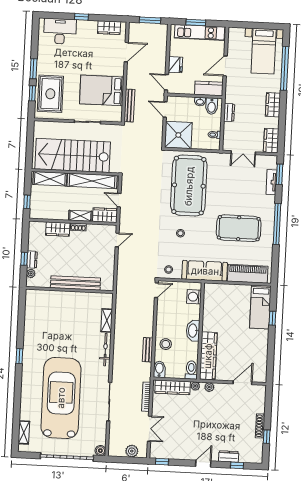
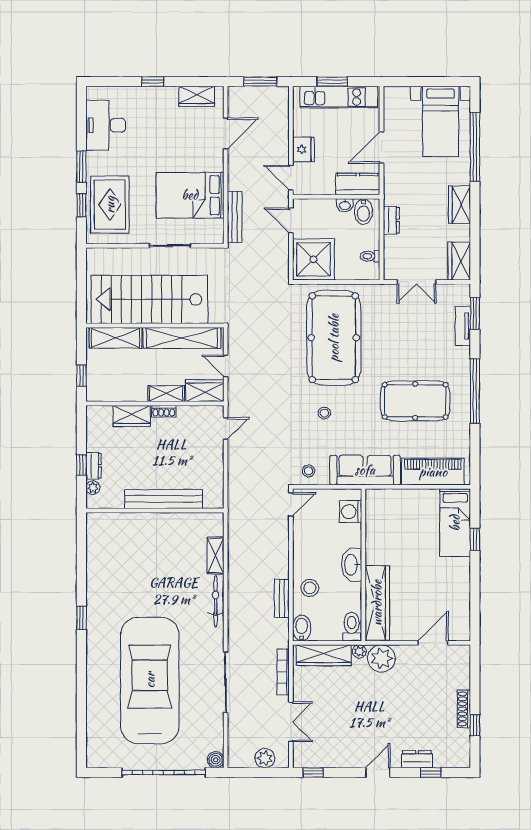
desk: (60, 31) -> (106, 125), moved, turned -90
plant: (209, 387) -> (381, 658), width x1.87, depth x1.87
shelving: (24, 432) -> (94, 737), removed

